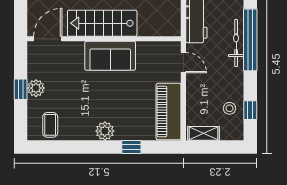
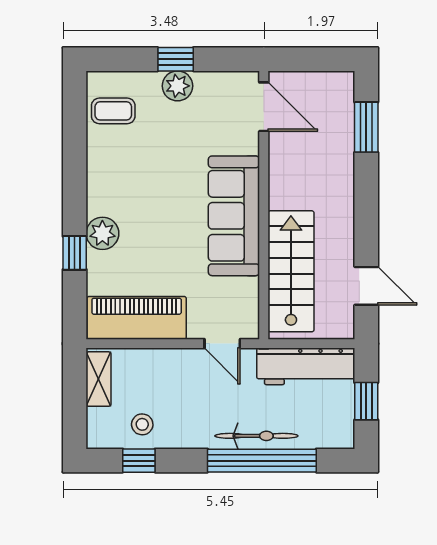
stairs: (102, 23) -> (291, 271), moved
sofa: (110, 56) -> (234, 216), width x1.36
door: (183, 63) -> (222, 344), hinge flipped
plant: (105, 131) -> (102, 233), moved

